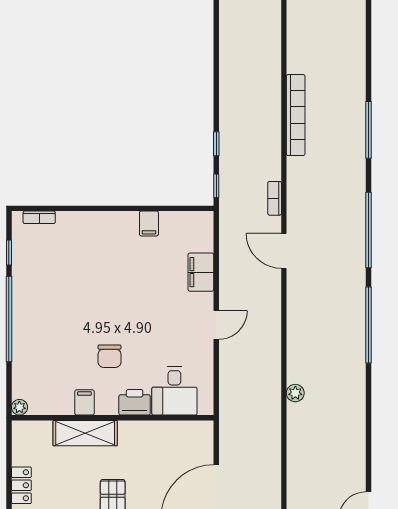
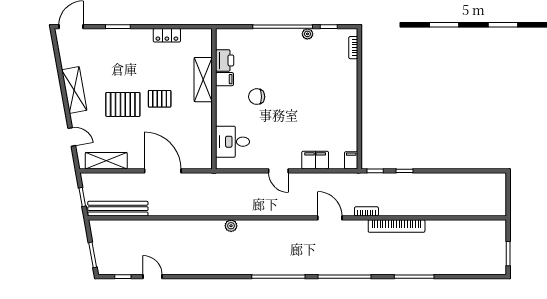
bookcase: (296, 115) -> (397, 226), moved
filing cabinet: (149, 223) -> (351, 160), moved, turned 90
door: (284, 251) -> (330, 218), hinge flipped
printer: (135, 402) -> (225, 60), moved
plant: (19, 407) -> (307, 34), moved

